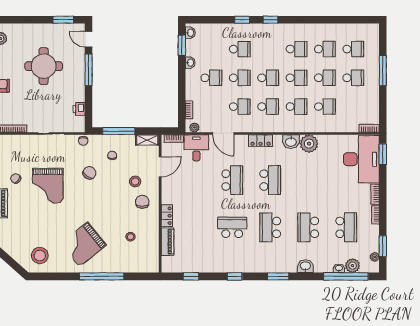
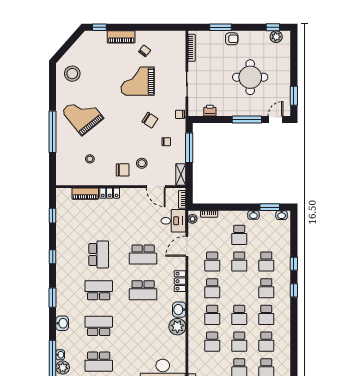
school desk: (268, 78) -> (266, 288), moved

